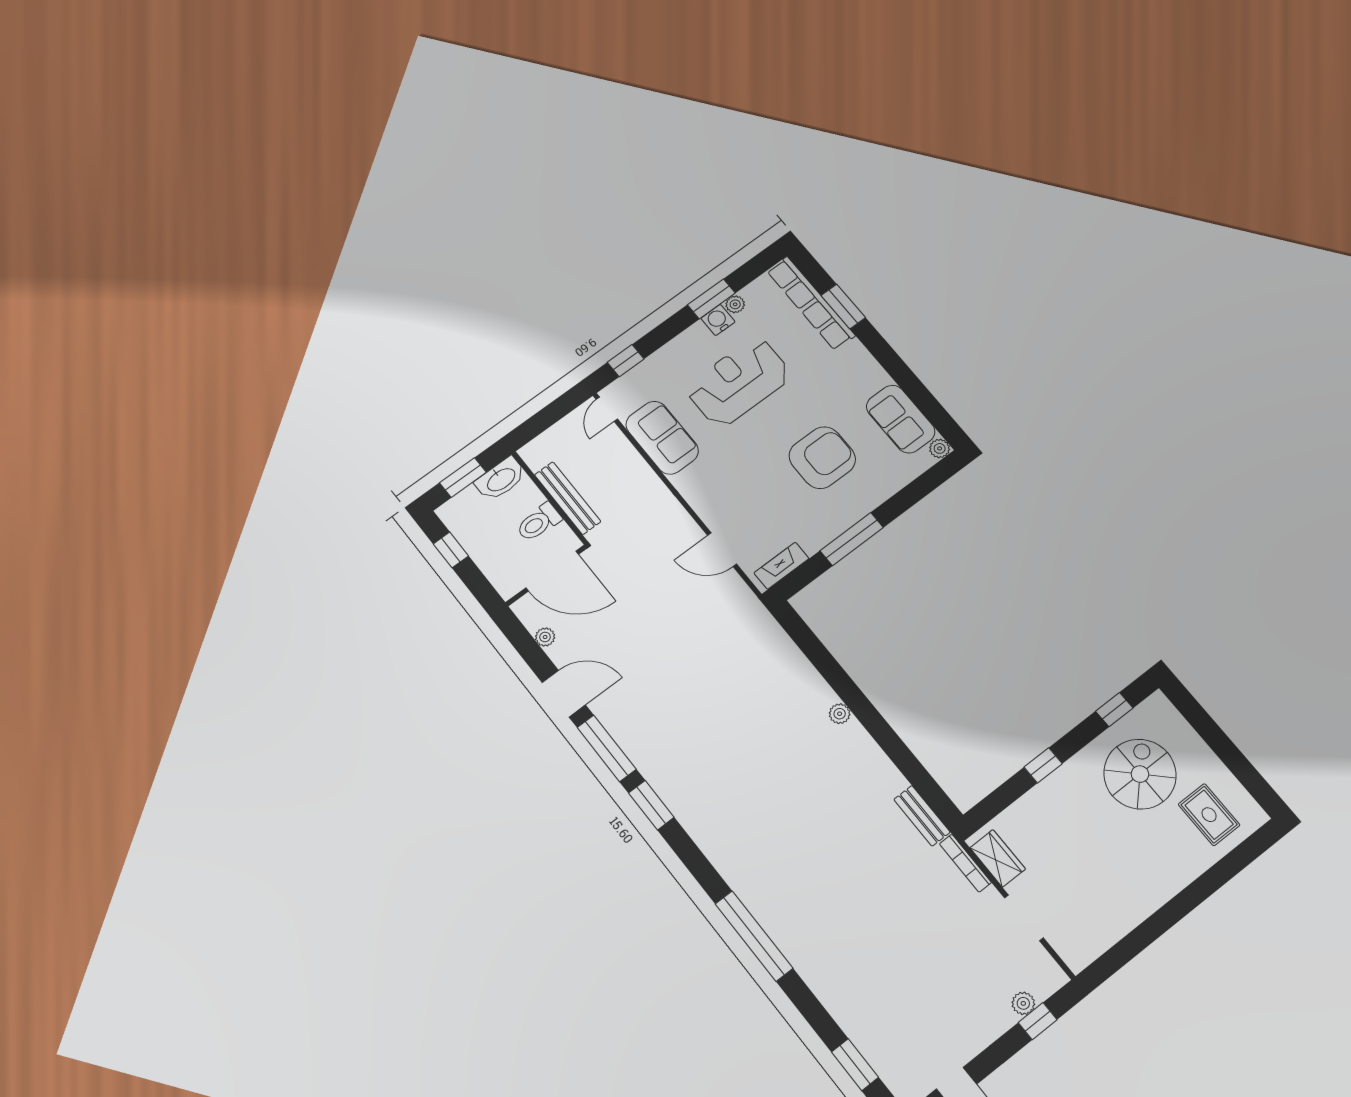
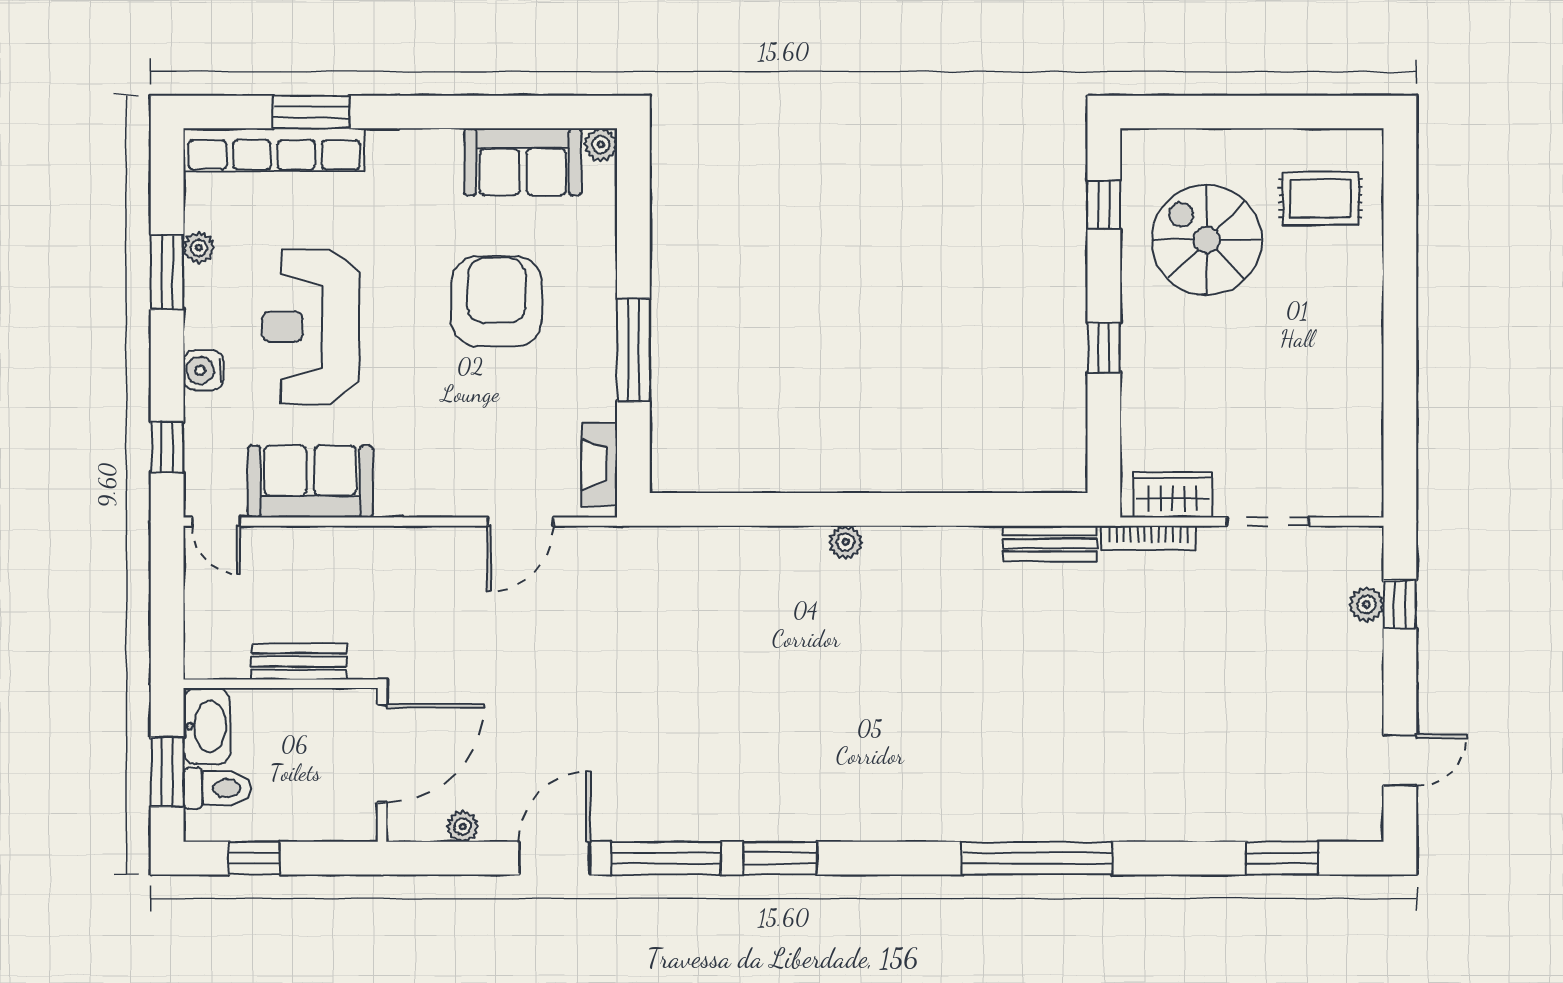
water cooler: (718, 320) -> (203, 370), moved
bench: (568, 498) -> (299, 662), width x0.73
toilet: (539, 522) -> (217, 788), moved, turned -90

